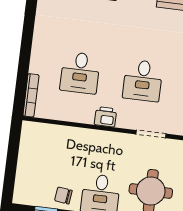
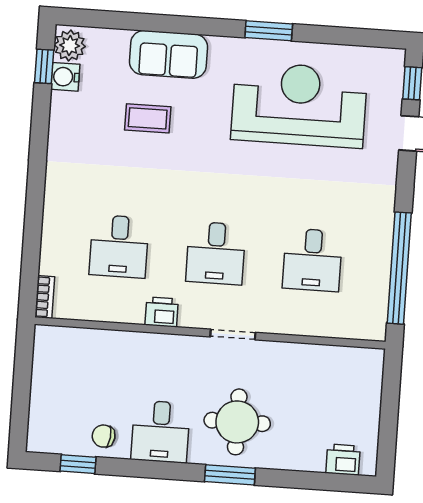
bookcase: (31, 95) -> (45, 297), width x0.64

